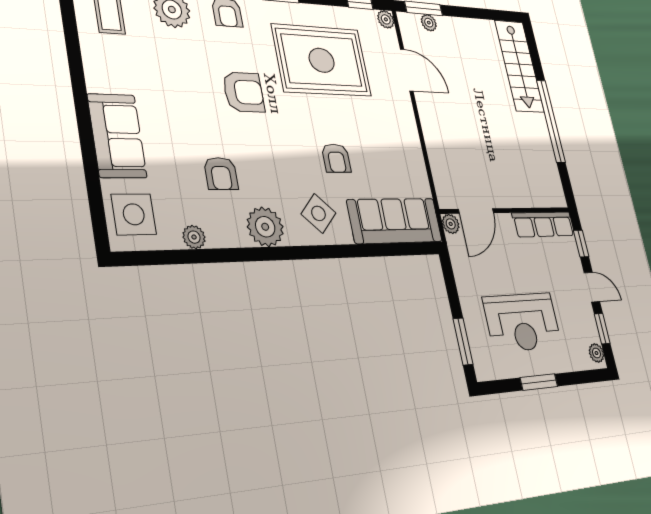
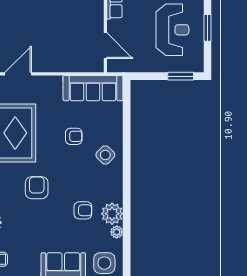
sofa: (395, 221) -> (93, 88), moved, turned -90
plant: (451, 224) -> (113, 66), removed
plant: (265, 227) -> (112, 214), moved

